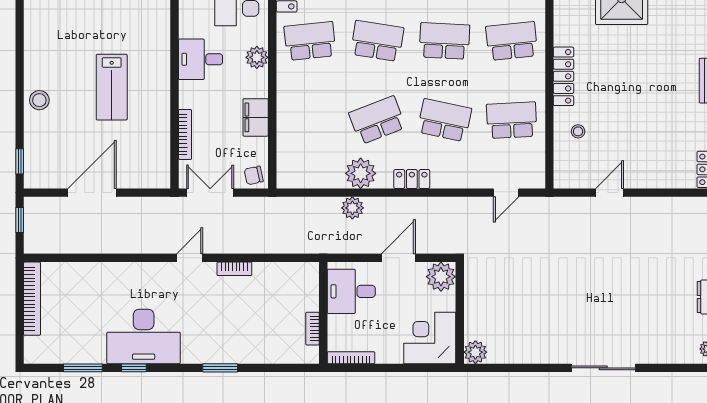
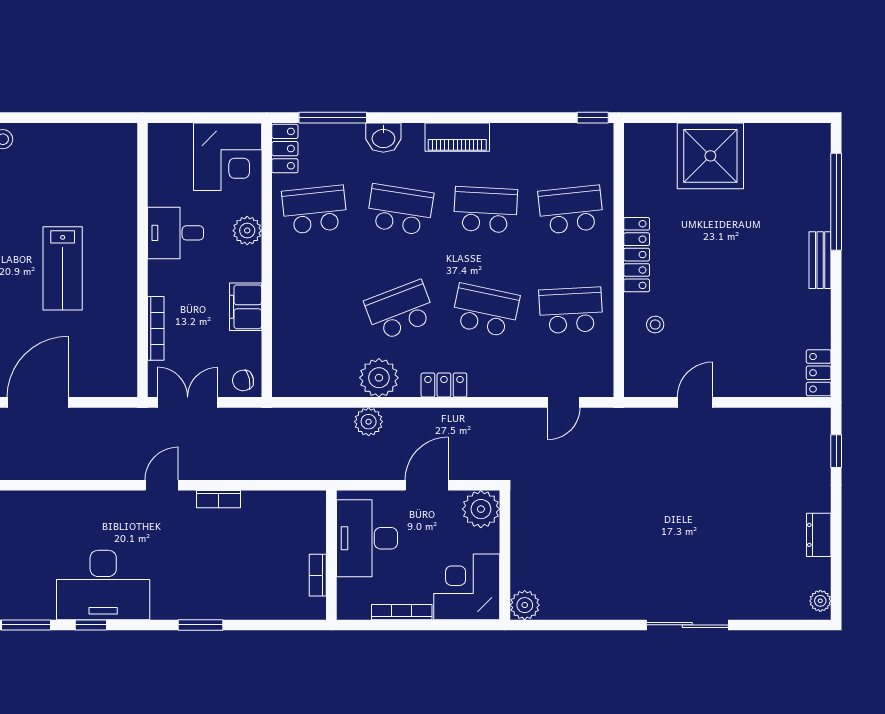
desk: (351, 291) -> (367, 538), width x1.37
bookcase: (351, 358) -> (402, 612), moved

